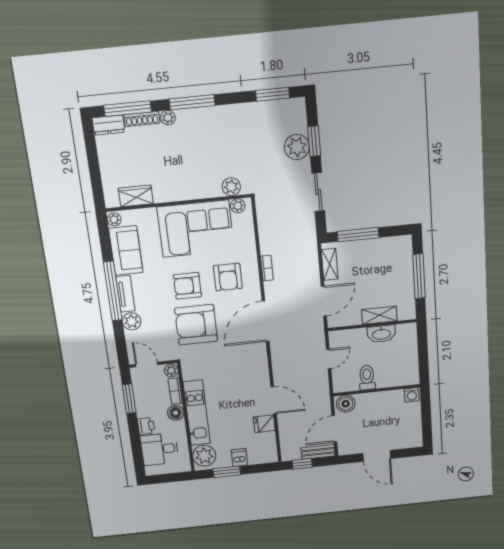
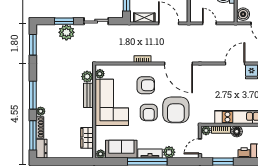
bench: (202, 191) -> (88, 95), added

